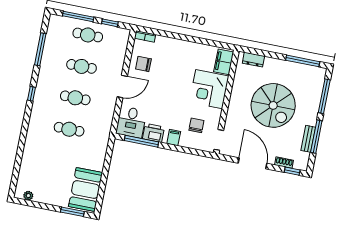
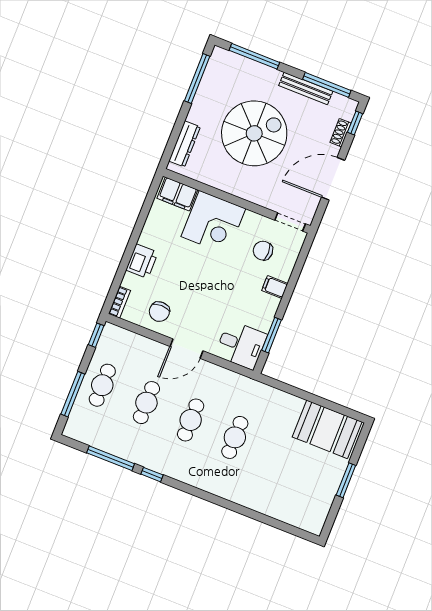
window: (110, 23) -> (96, 335), moved
dresser: (253, 60) -> (185, 144), width x1.44
door: (122, 86) -> (186, 349), swing flipped
window: (31, 94) -> (152, 475), moved
printer: (153, 133) -> (142, 261), moved, turned 180
window: (316, 137) -> (327, 85), moved
bench: (308, 139) -> (306, 88), width x1.36
window: (141, 141) -> (272, 335), width x0.69
plant: (28, 196) -> (321, 515), removed
window: (72, 212) -> (346, 480), moved

